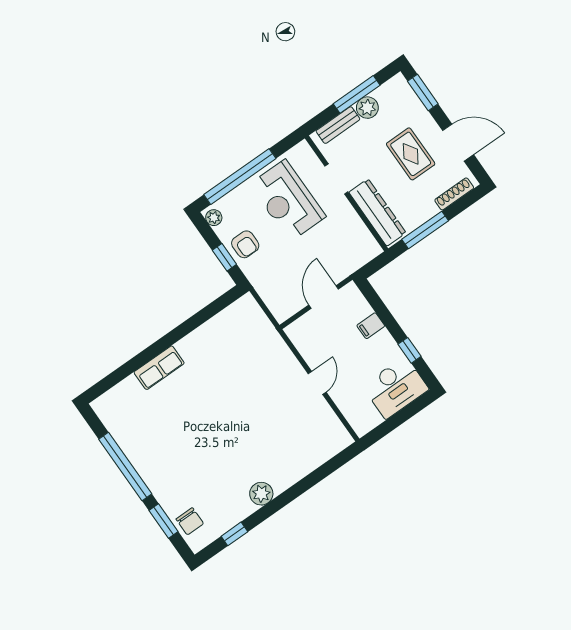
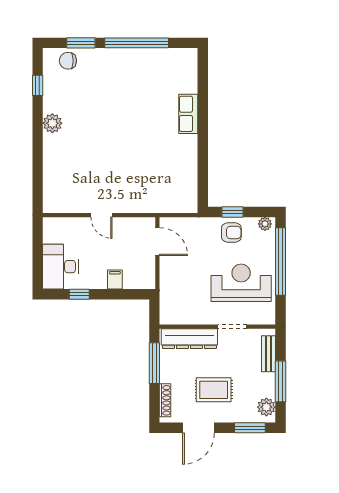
plant: (367, 108) -> (266, 407), moved
armchair: (245, 244) -> (231, 233), turned 180
door: (324, 297) -> (157, 242), moved

